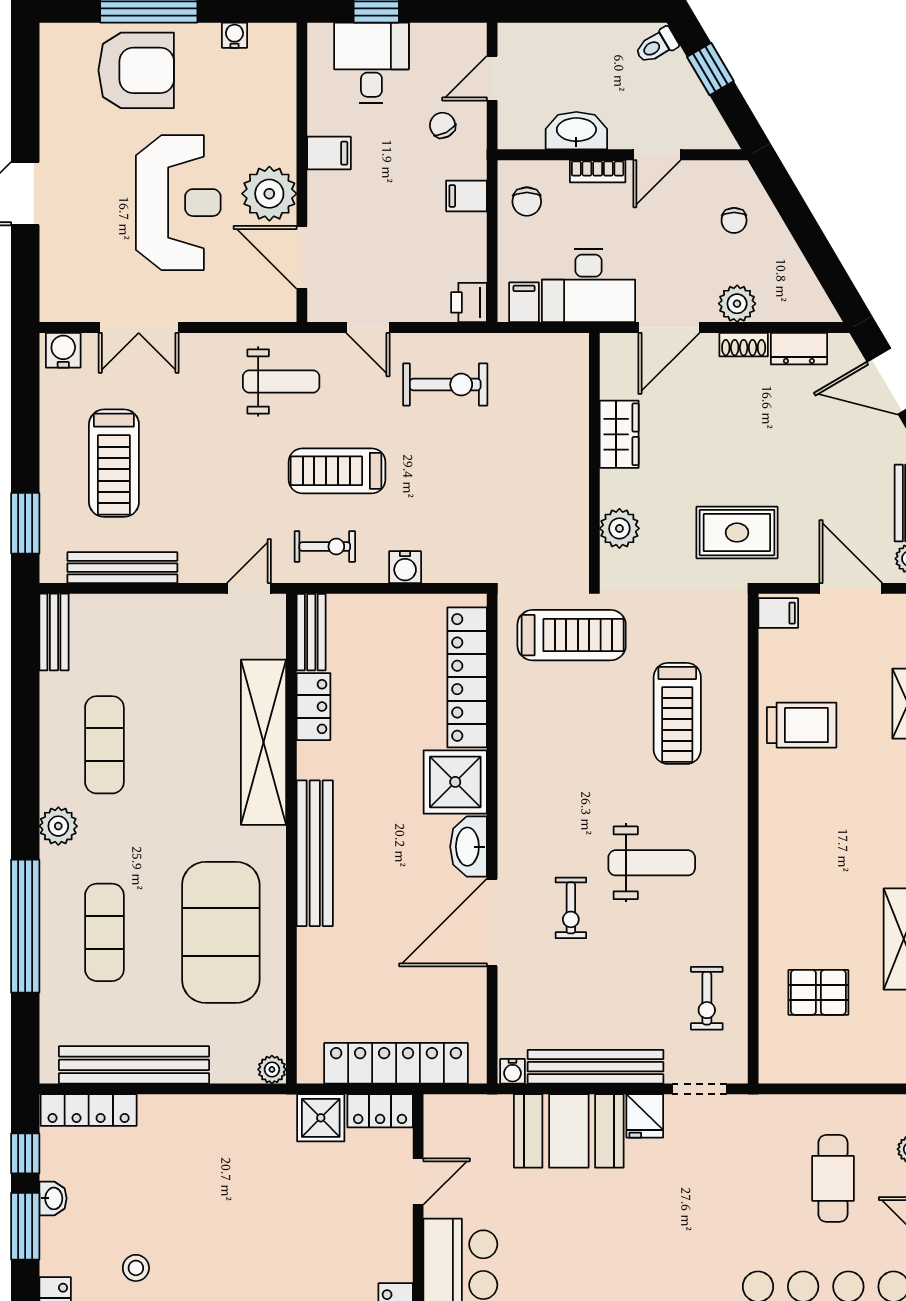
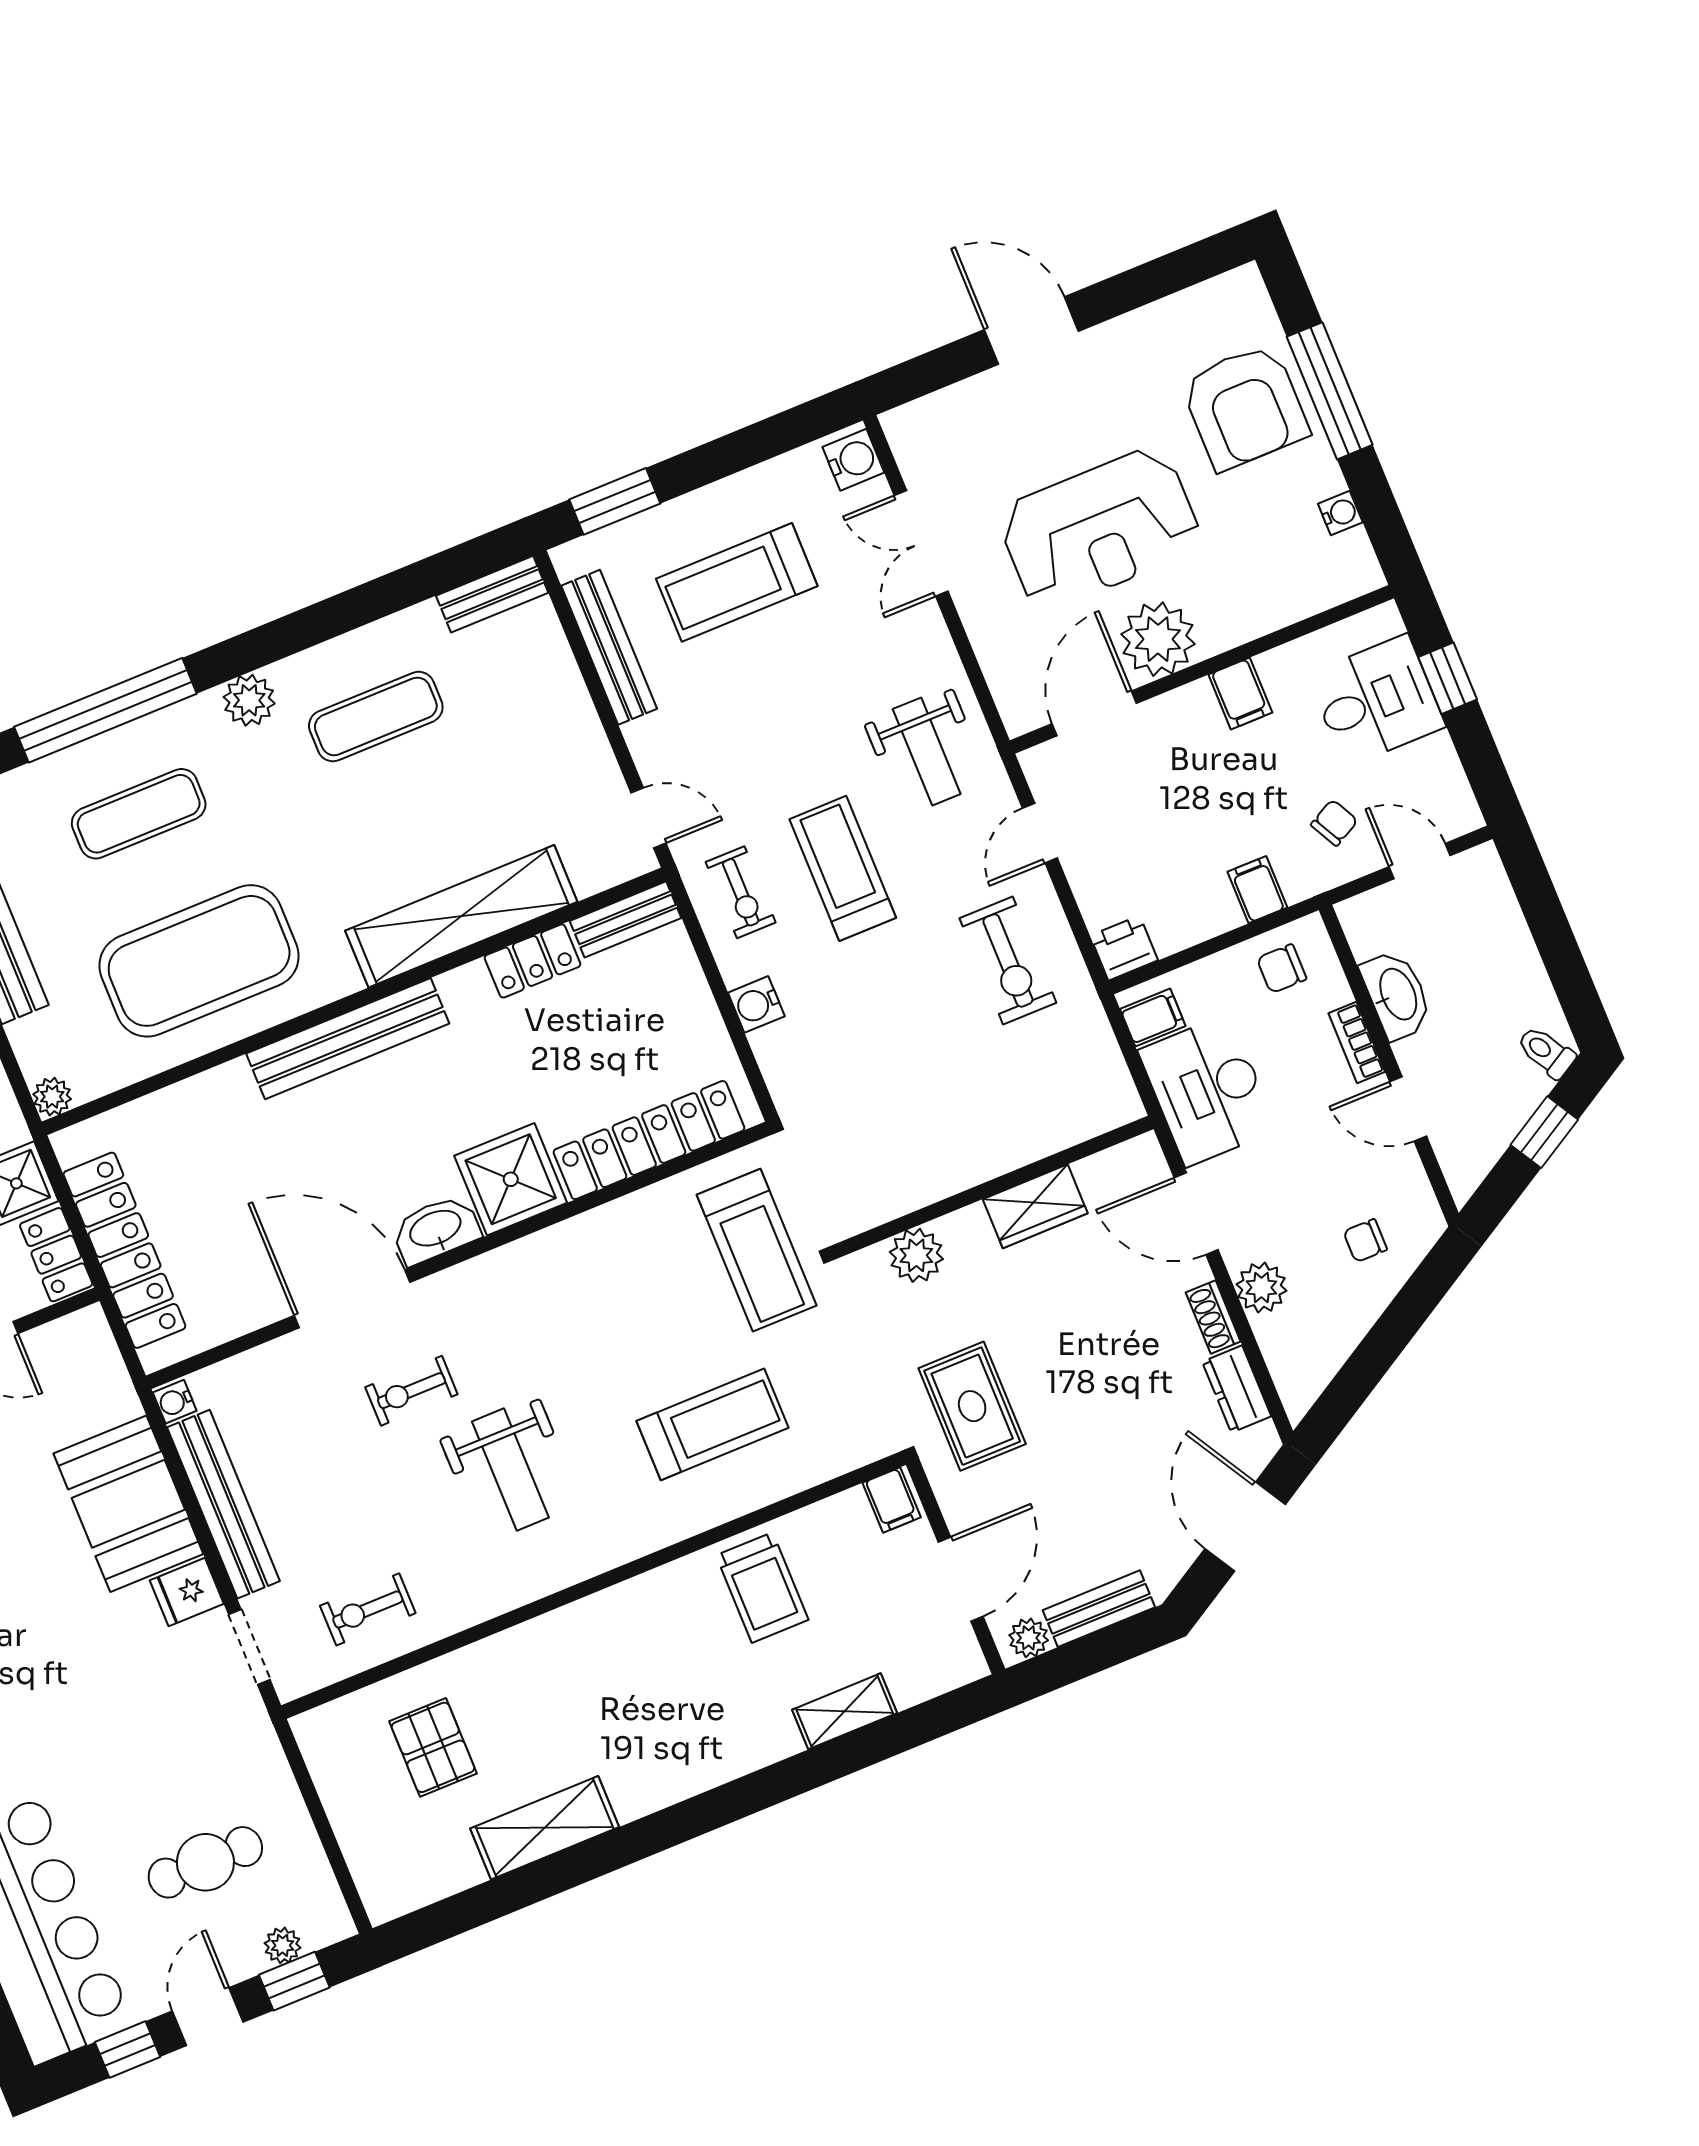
treadmill: (677, 713) -> (712, 1424), turned 180

